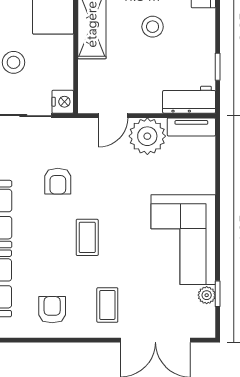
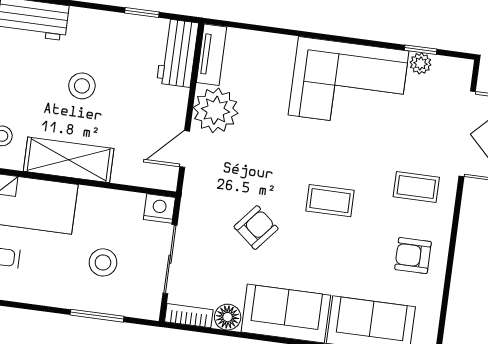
door: (113, 116) -> (185, 149), swing flipped
armchair: (58, 181) -> (256, 228), turned -50

